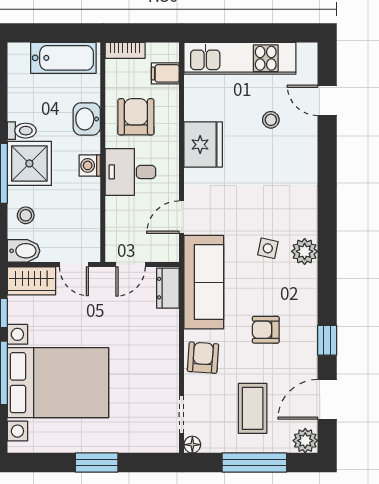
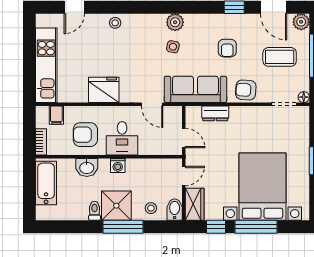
stool: (271, 120) -> (115, 23), moved
dresser: (168, 288) -> (215, 113), moved

